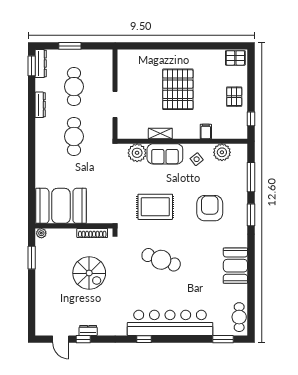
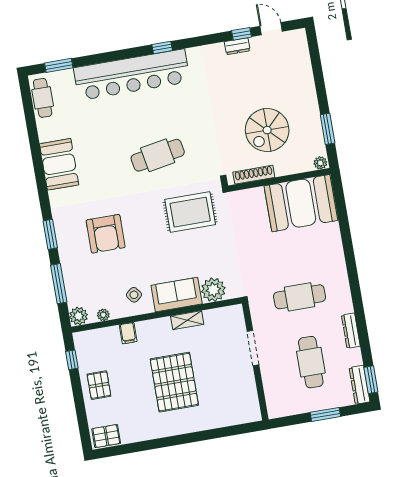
cafe table: (74, 136) -> (300, 297), turned 90
plant: (240, 151) -> (79, 316), added
plant: (222, 152) -> (103, 315), width x0.53, depth x0.53
rug: (155, 207) -> (190, 212), moved
cafe table: (161, 260) -> (158, 155), turned -30
spiral stairs: (89, 273) -> (267, 130), moved, turned -90

